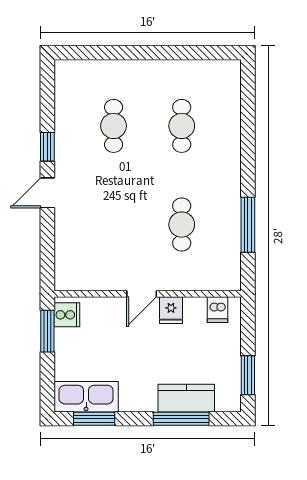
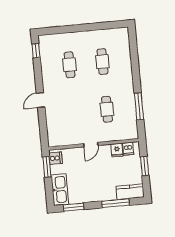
window: (47, 147) -> (36, 51), moved
fridge: (171, 310) -> (117, 150), moved
window: (248, 375) -> (145, 166), moved
kitchen sink: (86, 397) -> (60, 190), moved, turned 90
kitchen counter: (186, 398) -> (130, 192), moved

